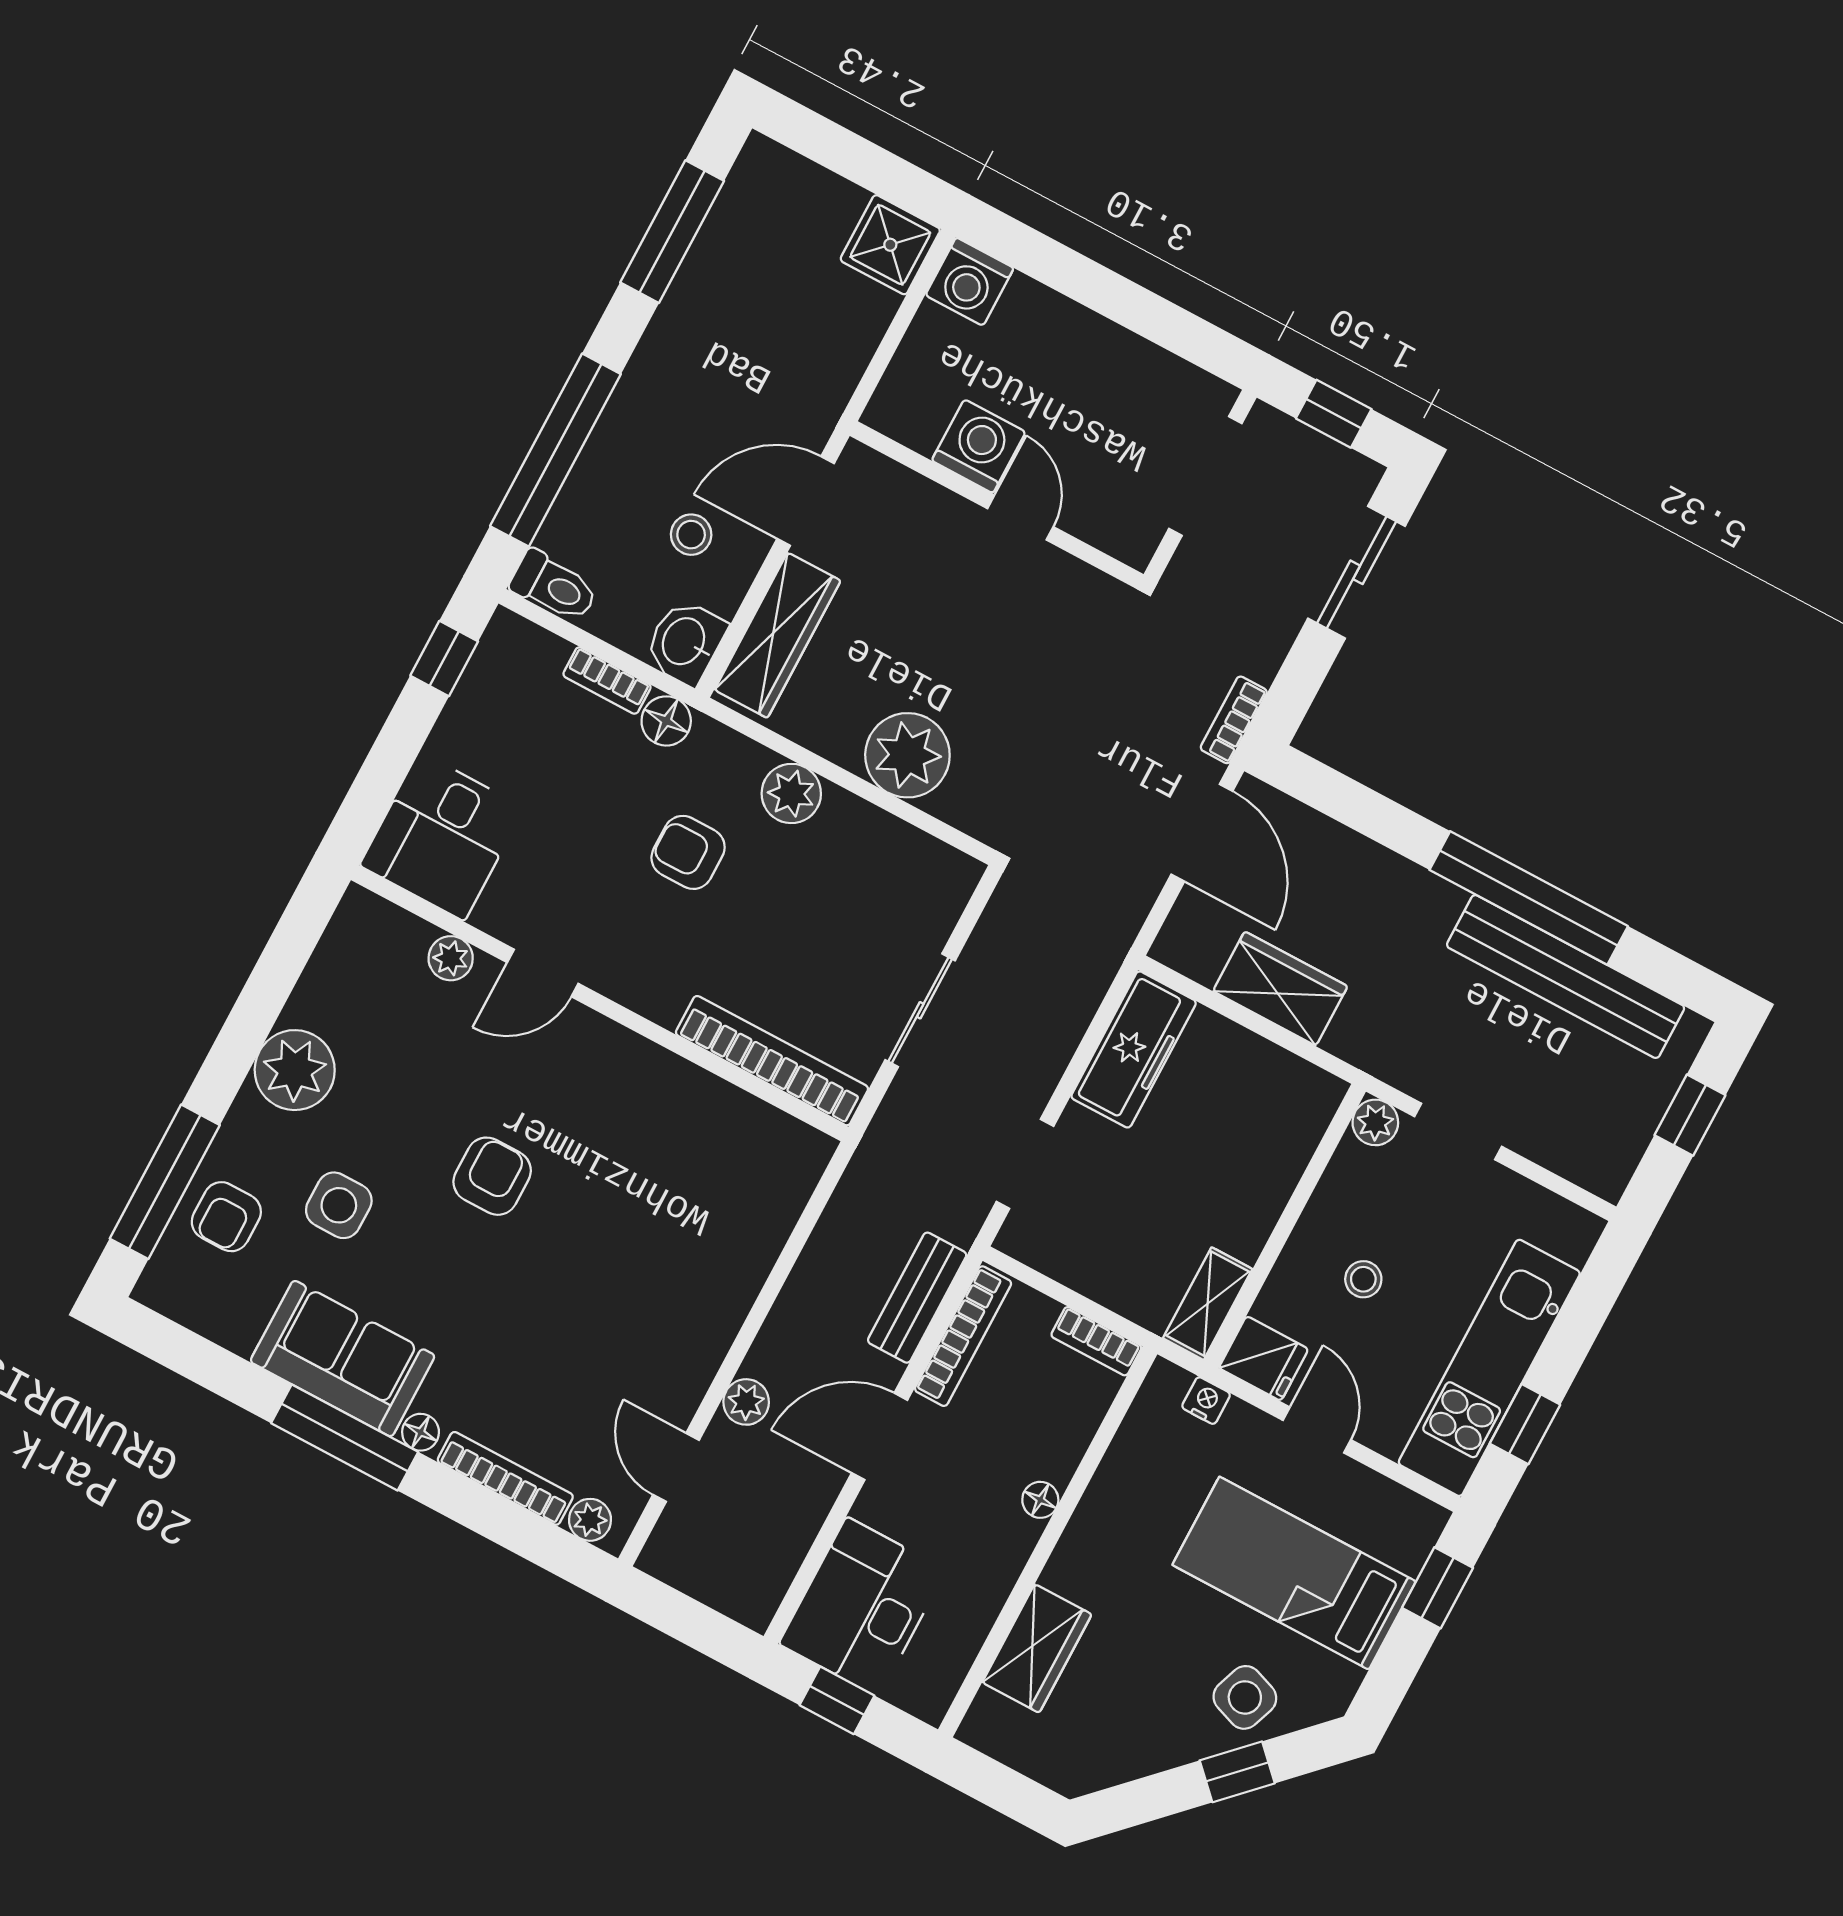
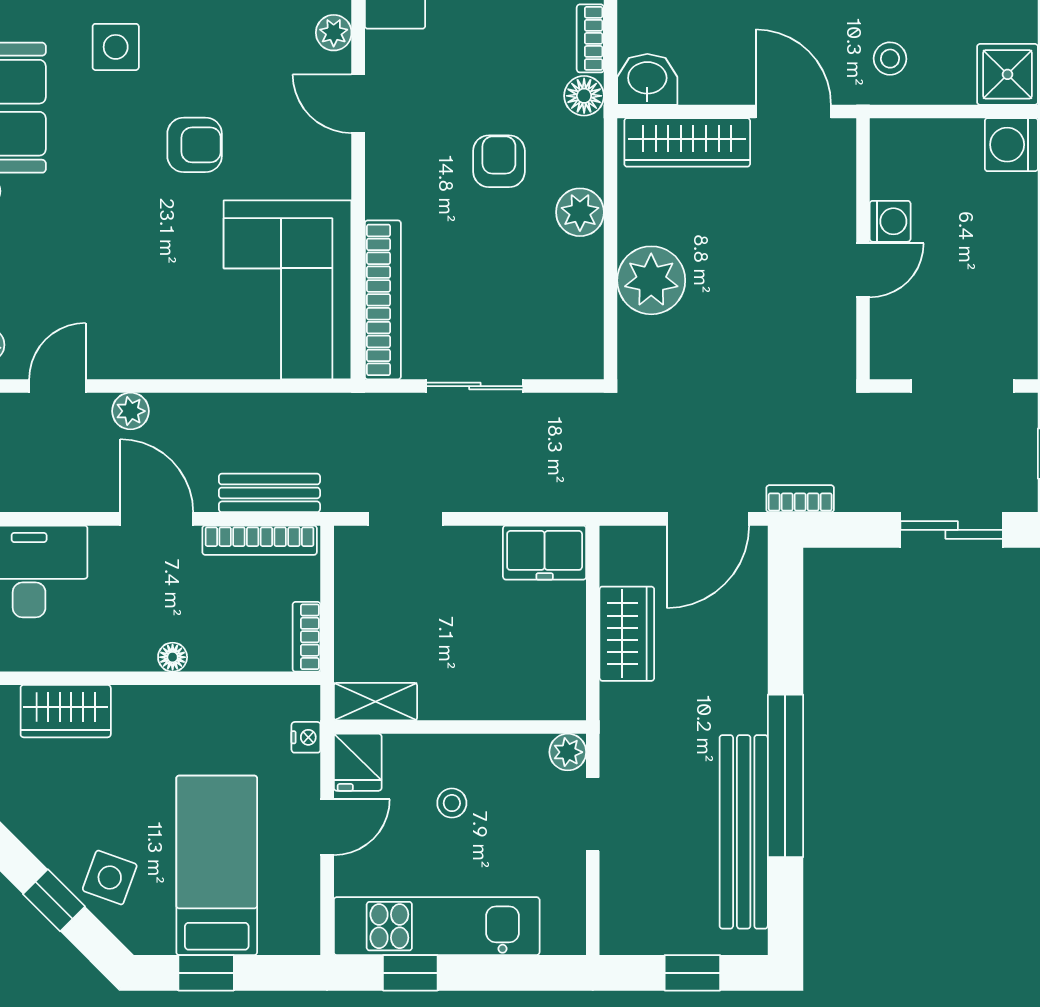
washing machine: (979, 446) -> (890, 221), width x0.73, depth x0.73
stool: (691, 535) -> (890, 59), moved
freezer: (1134, 1049) -> (545, 553), width x0.71
corner sofa: (705, 1159) -> (288, 290), added
window: (1438, 1588) -> (206, 973), moved

